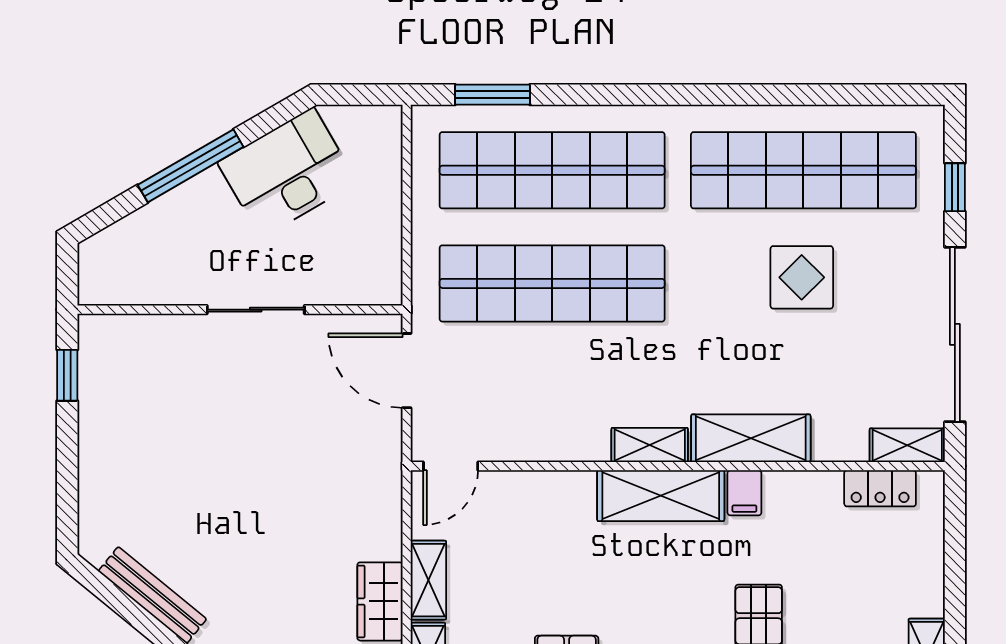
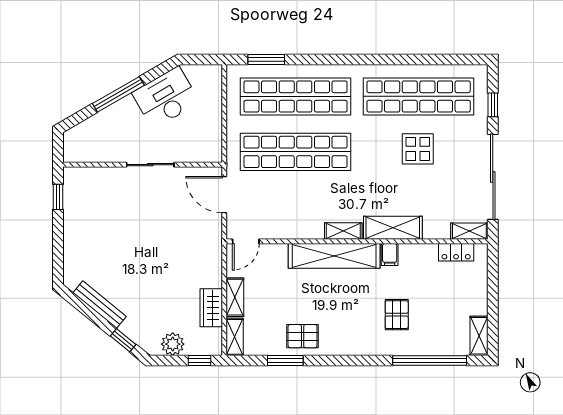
shelving: (661, 496) -> (334, 256), width x1.47

